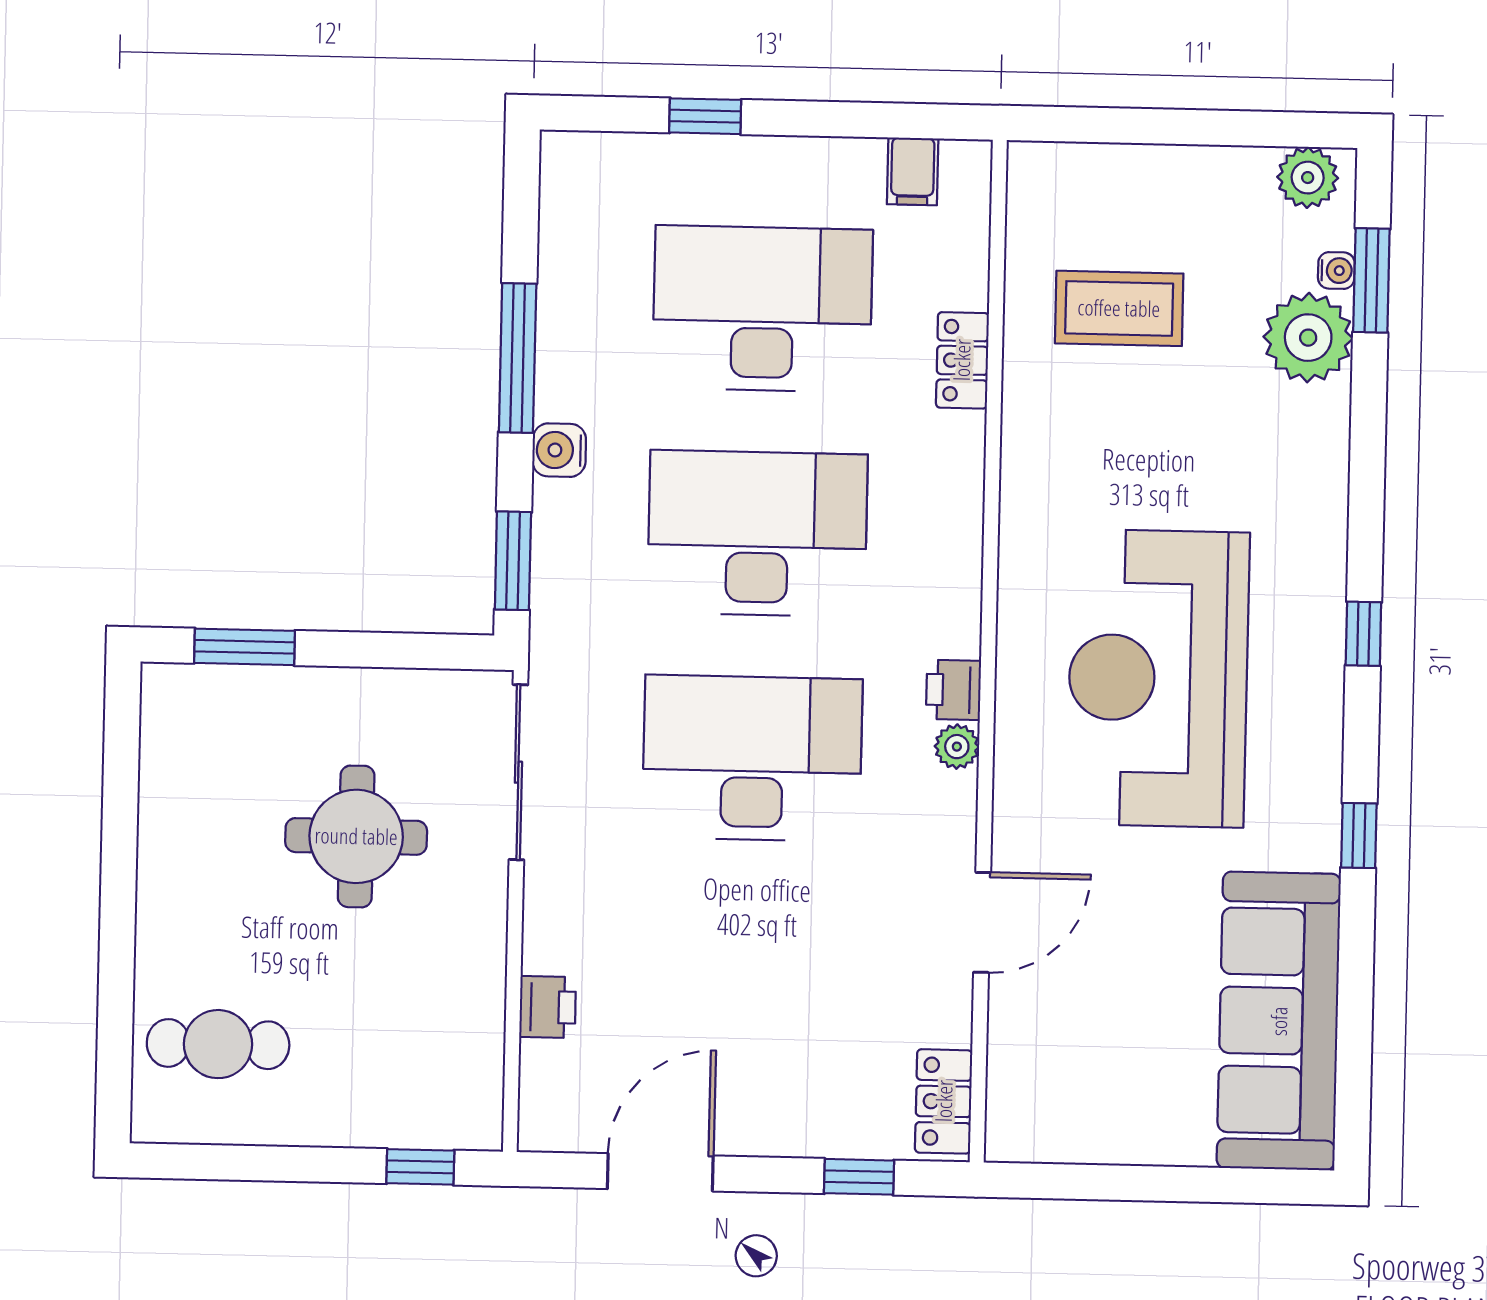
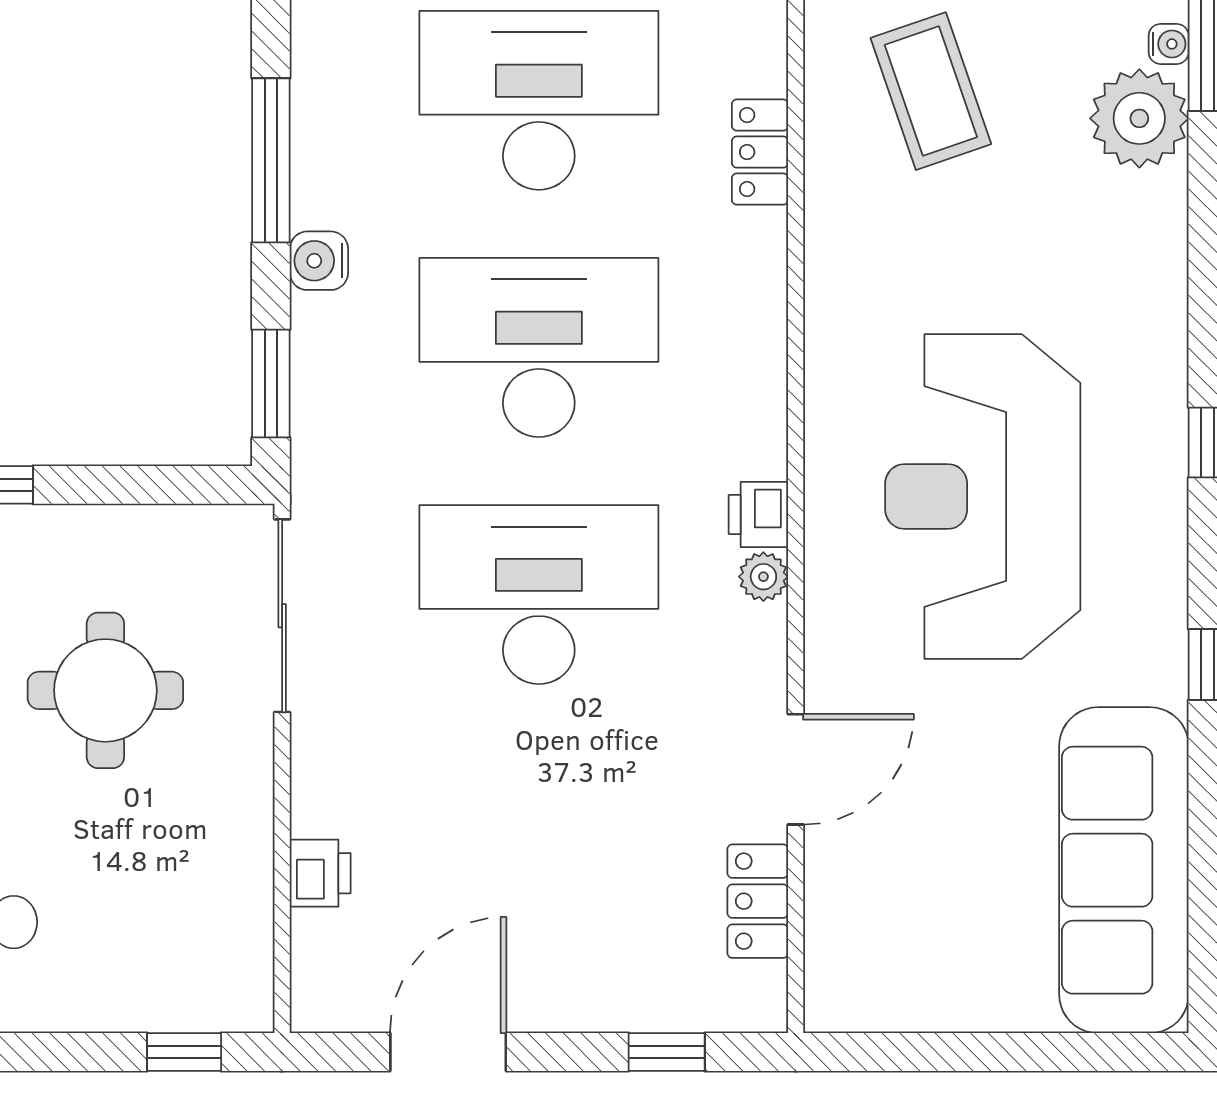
coffee table: (1119, 308) -> (931, 91), turned 71
locker: (944, 1101) -> (758, 901), moved

